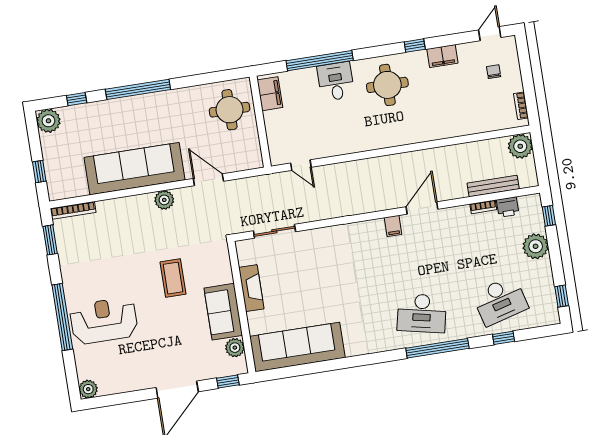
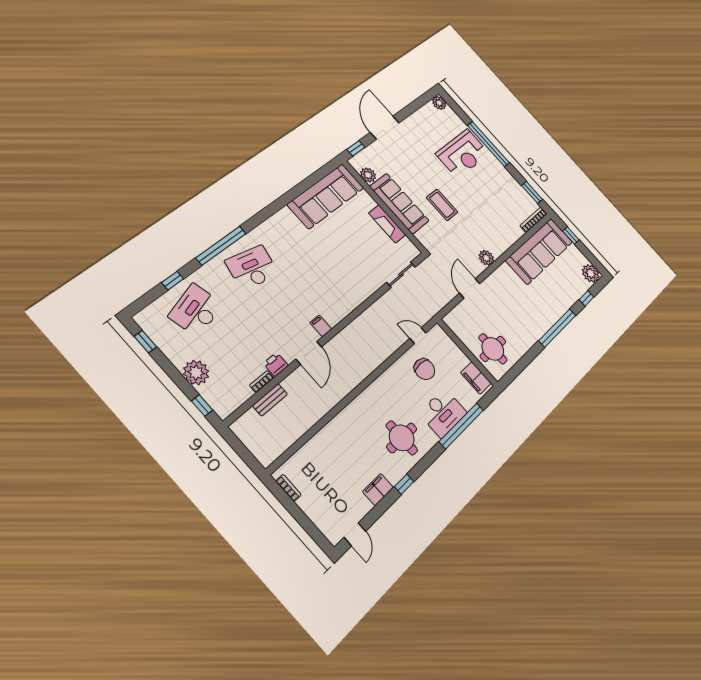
chair: (494, 72) -> (425, 369), moved, width x1.87, depth x1.87
desk: (336, 81) -> (443, 413), width x1.37
plant: (520, 146) -> (266, 452), removed
sofa: (135, 169) -> (539, 251), moved
door: (208, 180) -> (470, 288), swing flipped
bench: (493, 186) -> (270, 400), width x0.73
printer: (508, 207) -> (276, 364), moved
sofa: (223, 312) -> (399, 204), width x1.36

